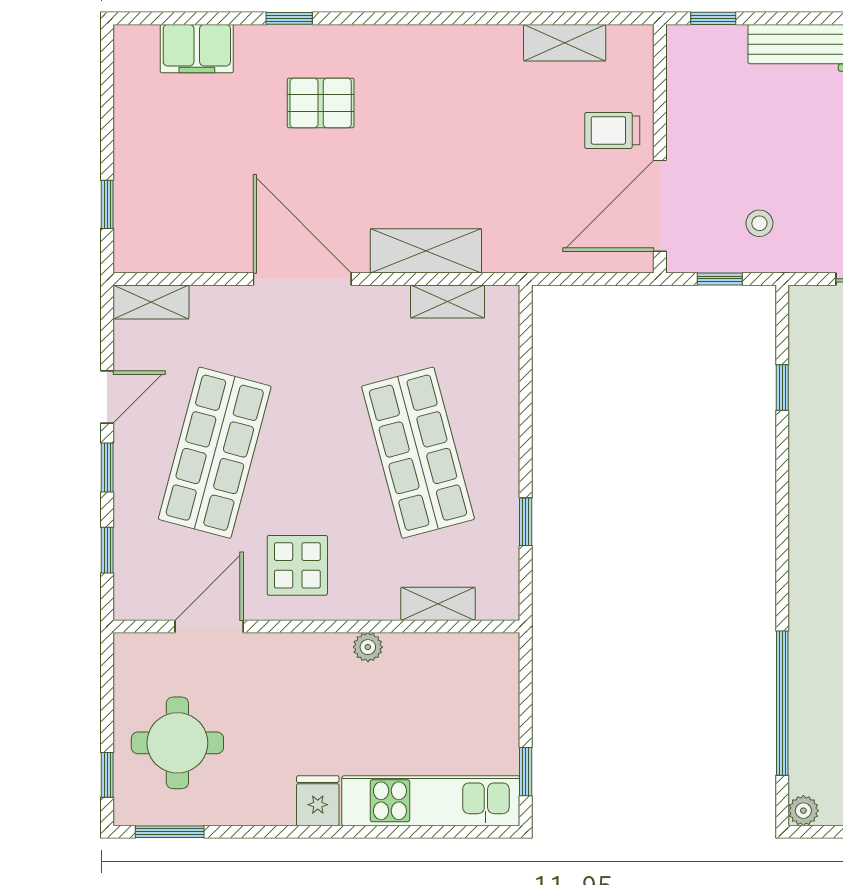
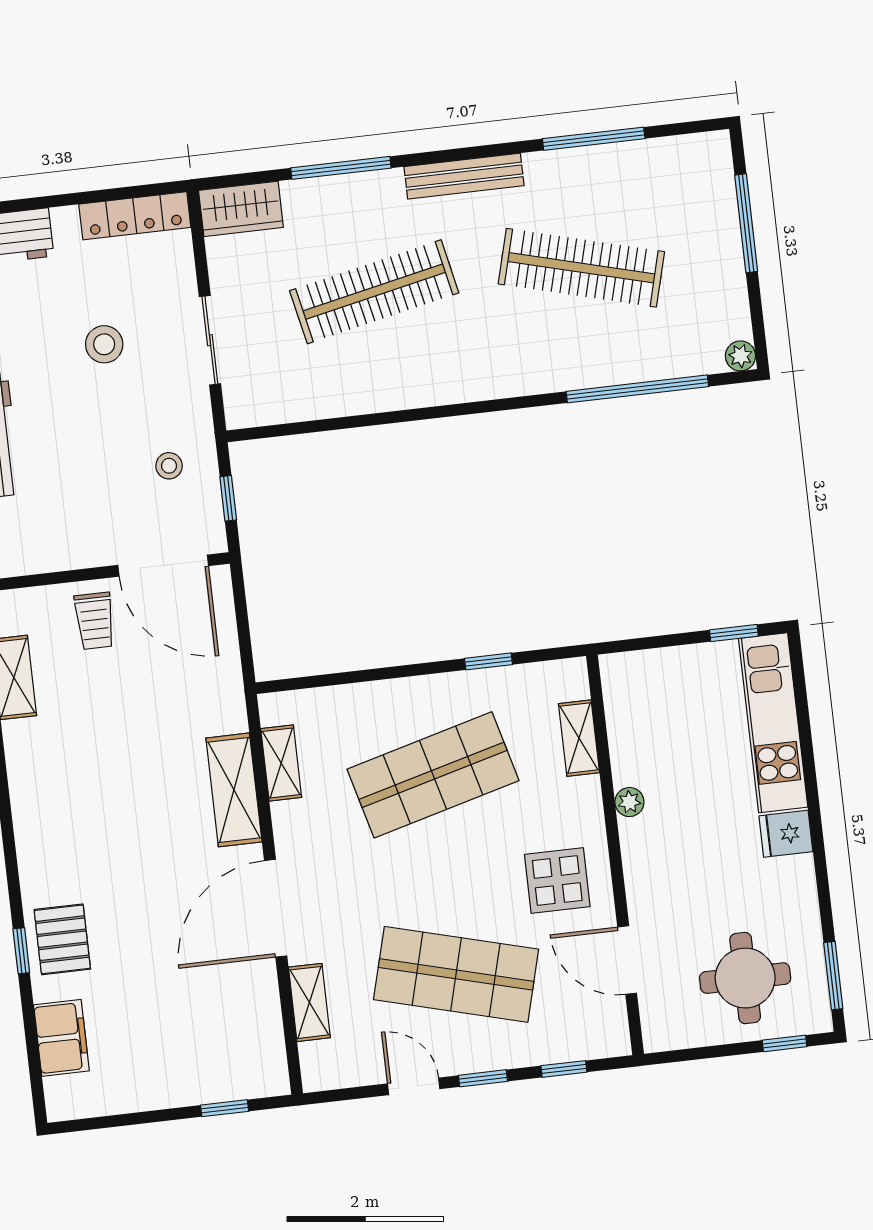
pallet: (321, 103) -> (62, 939), moved
shelving: (151, 302) -> (309, 1002), moved
window: (782, 388) -> (328, 425), removed

